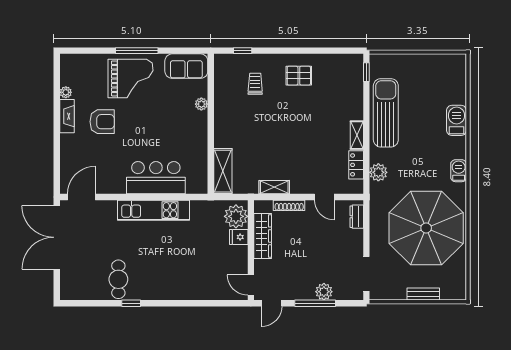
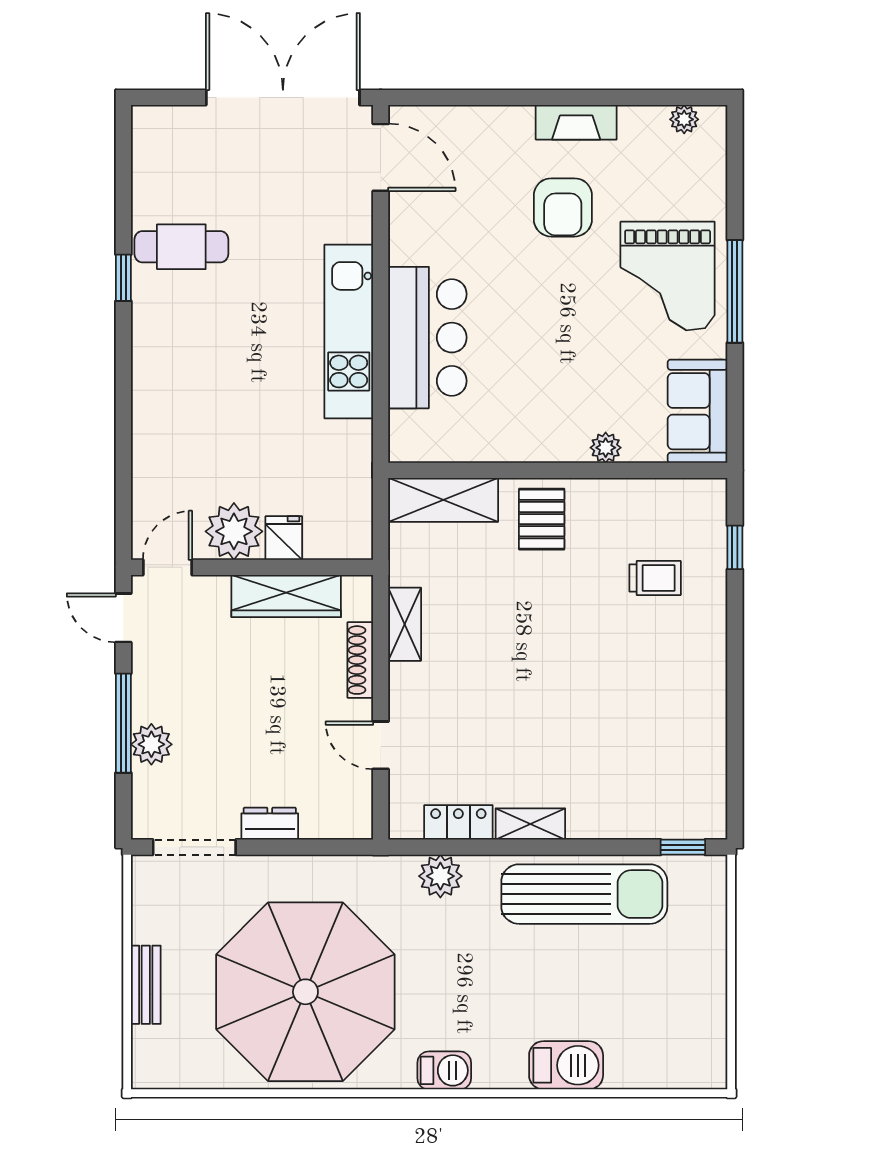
pallet: (299, 76) -> (542, 519), moved
plant: (66, 92) -> (684, 119), moved
door: (324, 197) -> (381, 745), hinge flipped
plant: (236, 216) -> (234, 531), moved
dresser: (357, 217) -> (270, 824), moved

